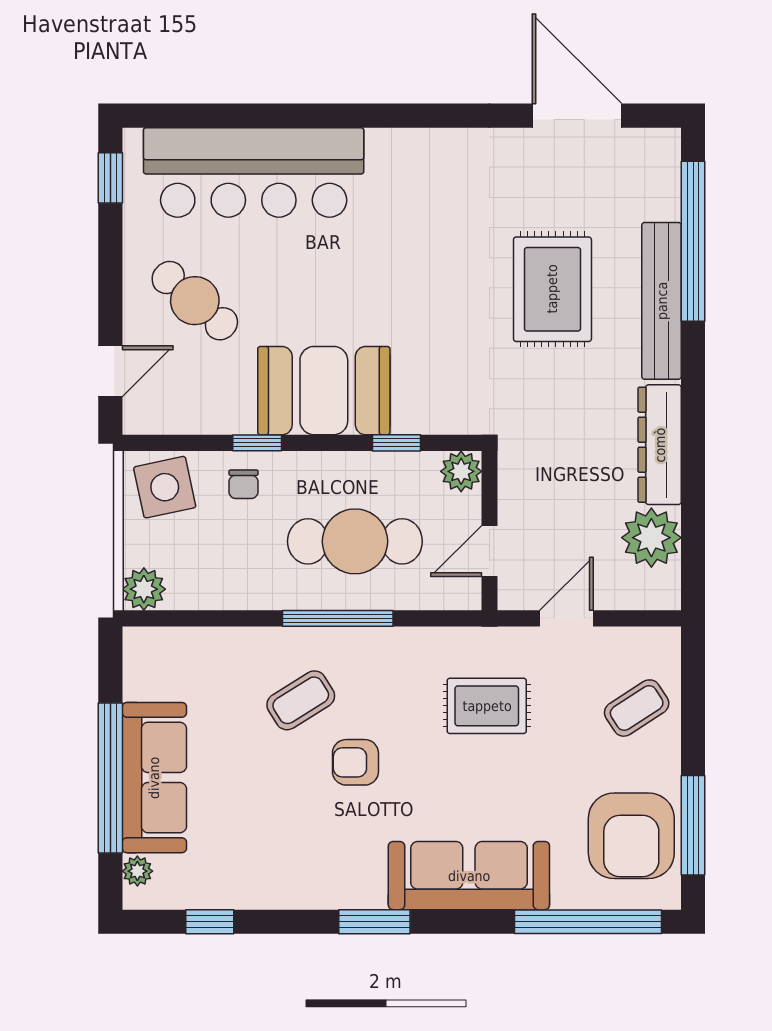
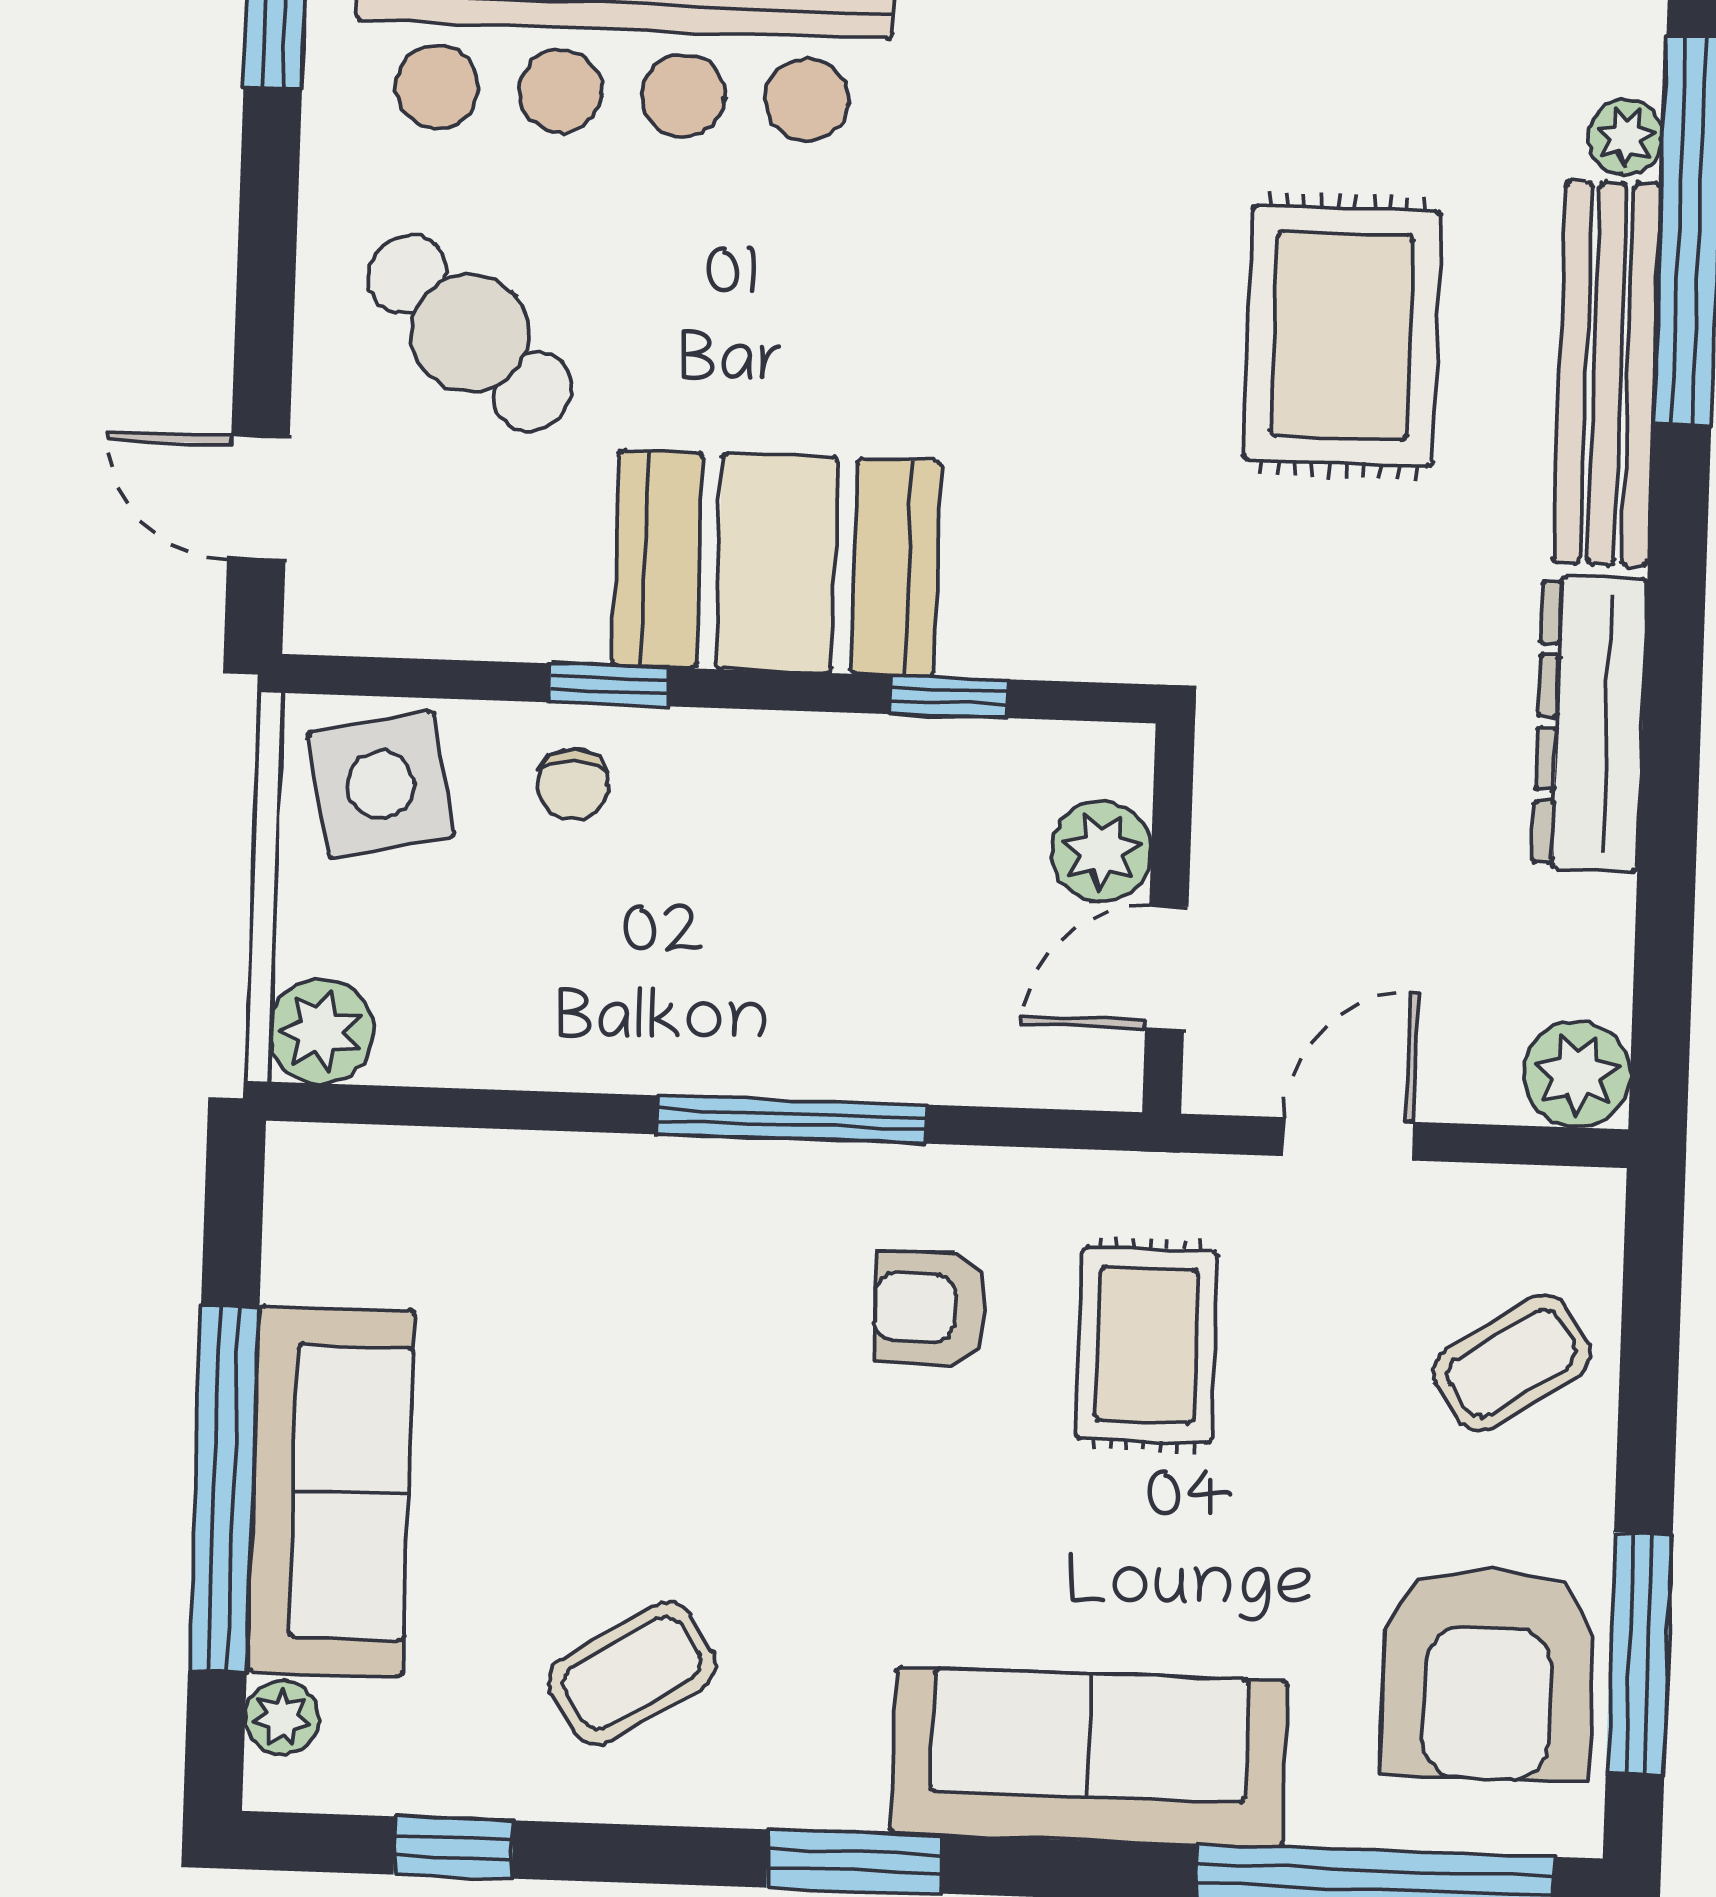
plant: (666, 204) -> (1625, 137), added
door: (110, 371) -> (258, 498), swing flipped
plant: (461, 471) -> (1101, 851), moved
plant: (651, 538) -> (1577, 1074), moved, width x0.73, depth x0.73
cafe table: (355, 541) -> (840, 933), removed
coffee table: (301, 700) -> (632, 1673), moved
rug: (487, 706) -> (1147, 1345), turned 90
armchair: (355, 762) -> (931, 1308), moved

